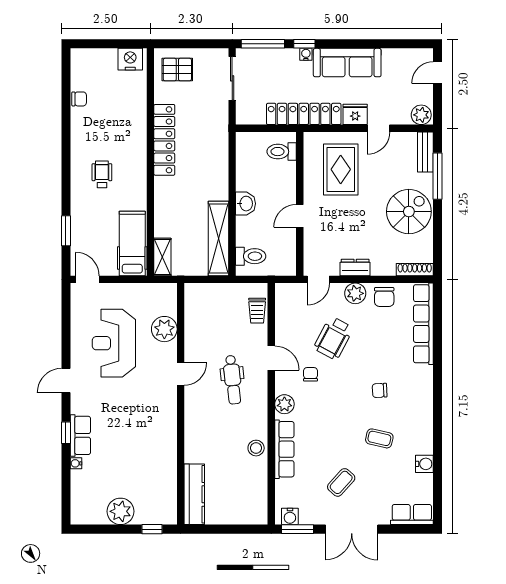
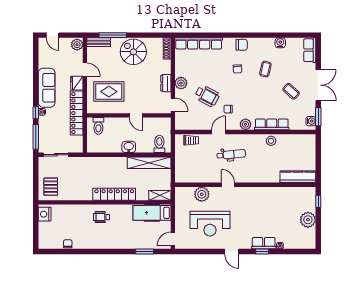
locker: (164, 140) -> (114, 194), moved
wheelchair: (102, 174) -> (101, 217), moved
chair: (384, 297) -> (242, 45), moved

